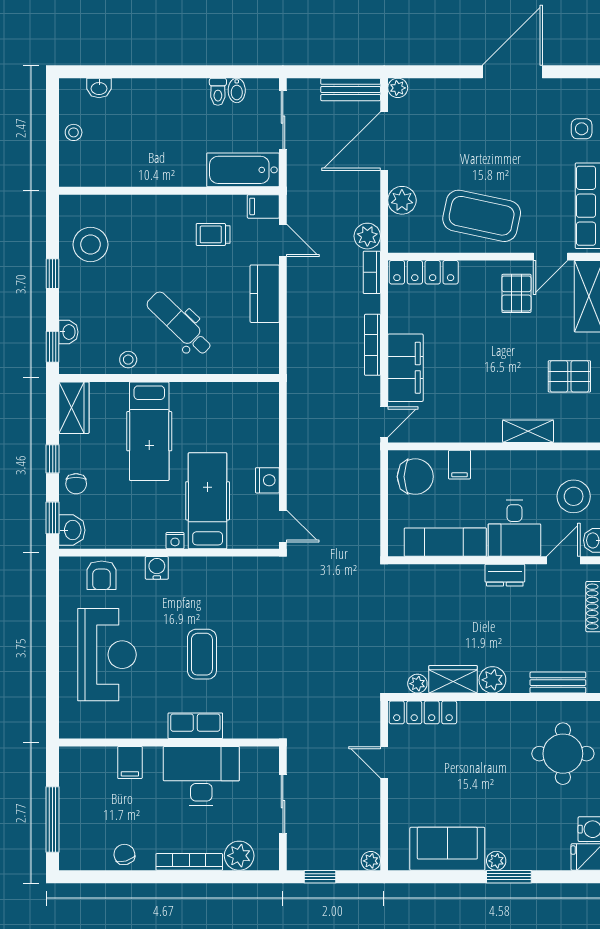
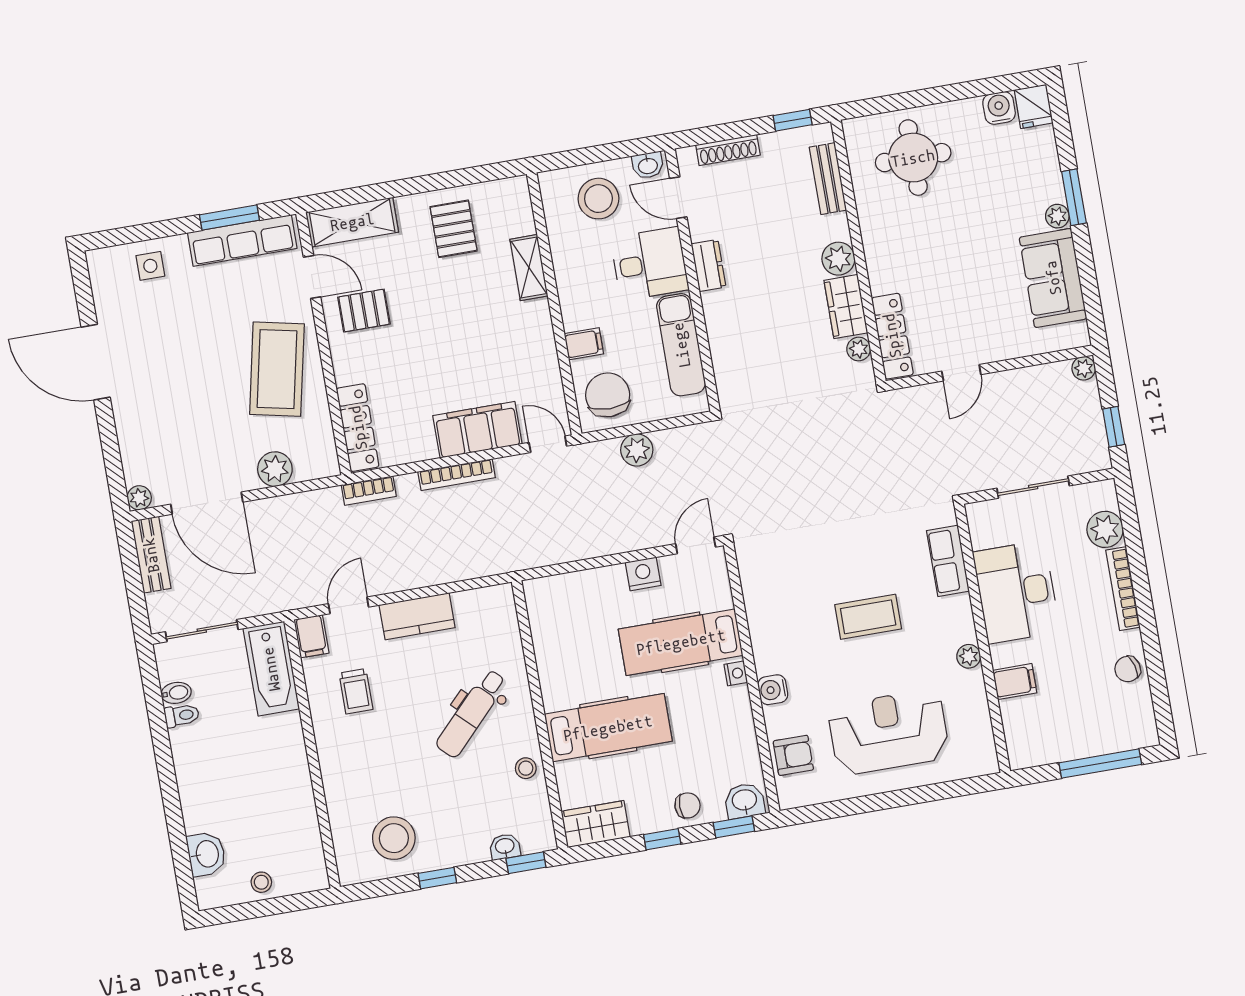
washbasin: (99, 88) -> (206, 854), width x1.38, depth x1.45
plant: (367, 236) -> (637, 450), moved
row of seats: (195, 726) -> (948, 561), moved
plant: (157, 729) -> (969, 656), added

